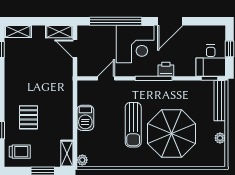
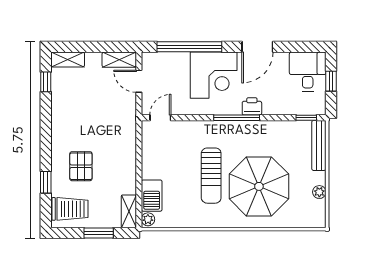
desk: (211, 60) -> (308, 72), moved, turned 180
door: (106, 78) -> (160, 118), moved
barbecue: (85, 118) -> (152, 196), moved
trolley: (20, 152) -> (70, 209), width x1.36, depth x1.39

